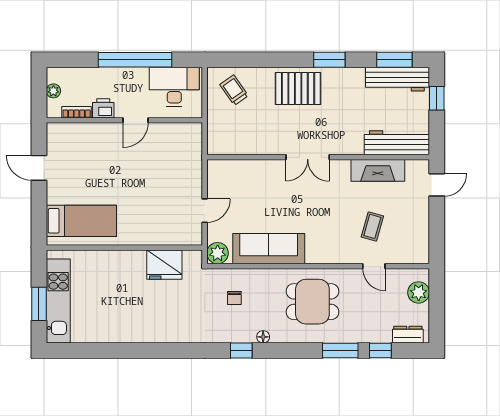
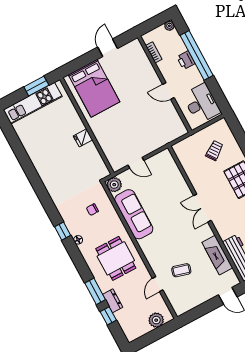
window: (135, 60) -> (197, 55), moved
trolley: (234, 90) -> (214, 151), moved
plant: (53, 91) -> (169, 26), moved
printer: (103, 108) -> (186, 60), moved, turned 180
bed: (81, 221) -> (94, 88), width x1.50
fridge: (164, 265) -> (83, 138), moved, width x0.53, depth x0.75
window: (39, 304) -> (36, 86), moved
dresser: (408, 335) -> (113, 301), moved

